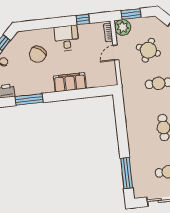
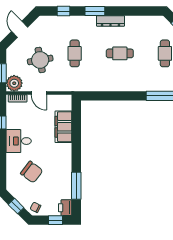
round table: (148, 50) -> (40, 60), turned -35
filing cabinet: (70, 82) -> (63, 127), moved

